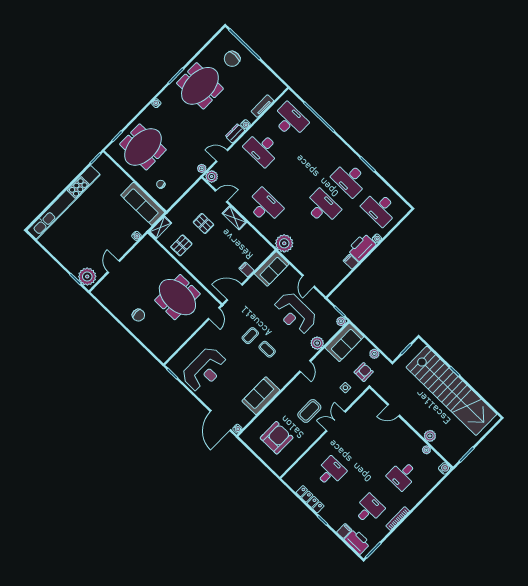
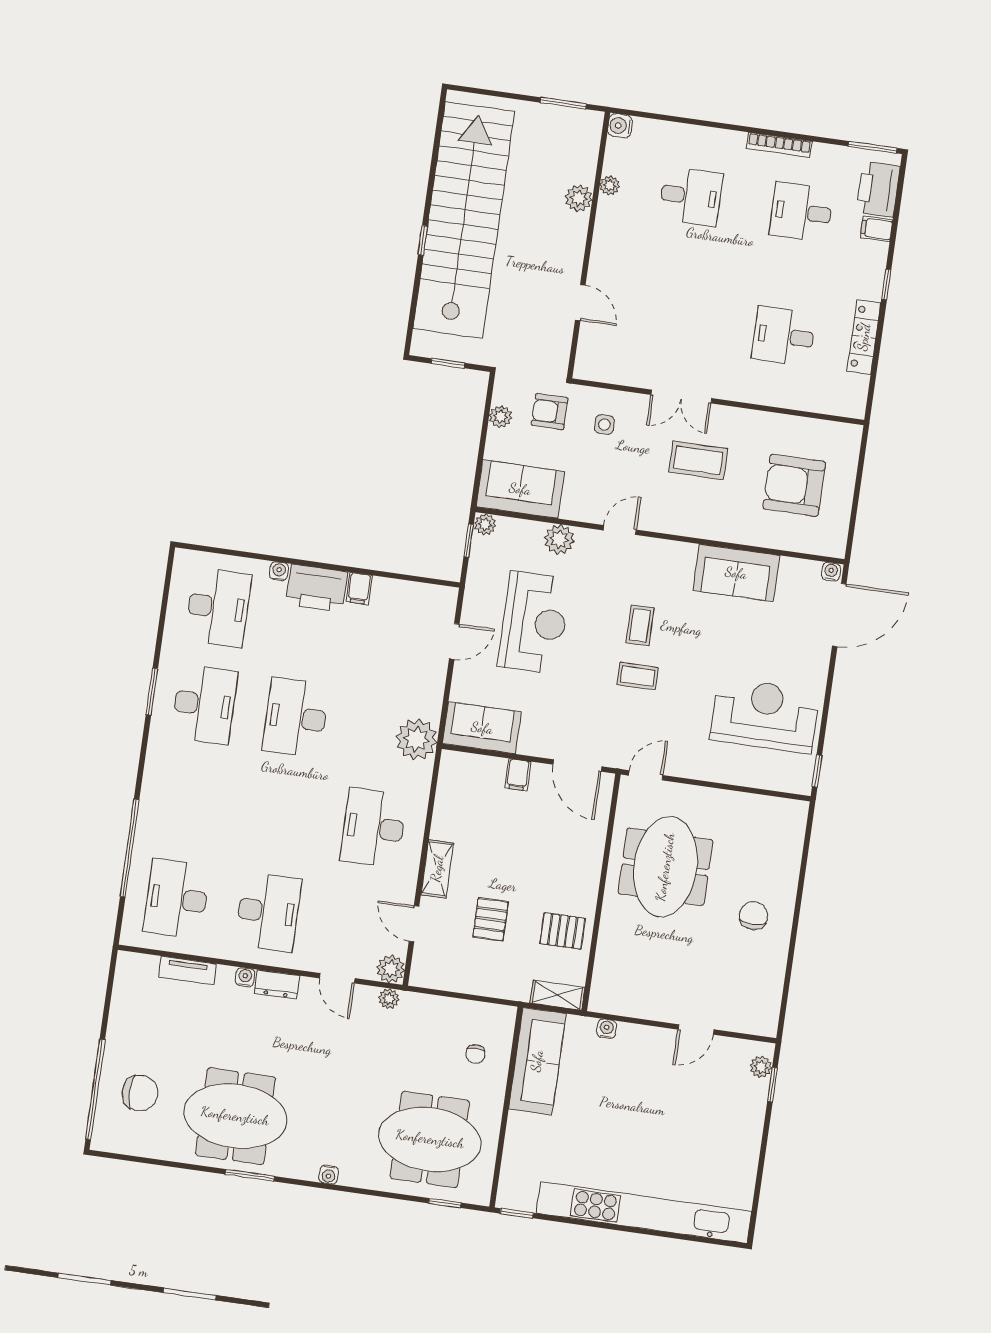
plant: (87, 277) -> (761, 1067), width x0.53, depth x0.53

